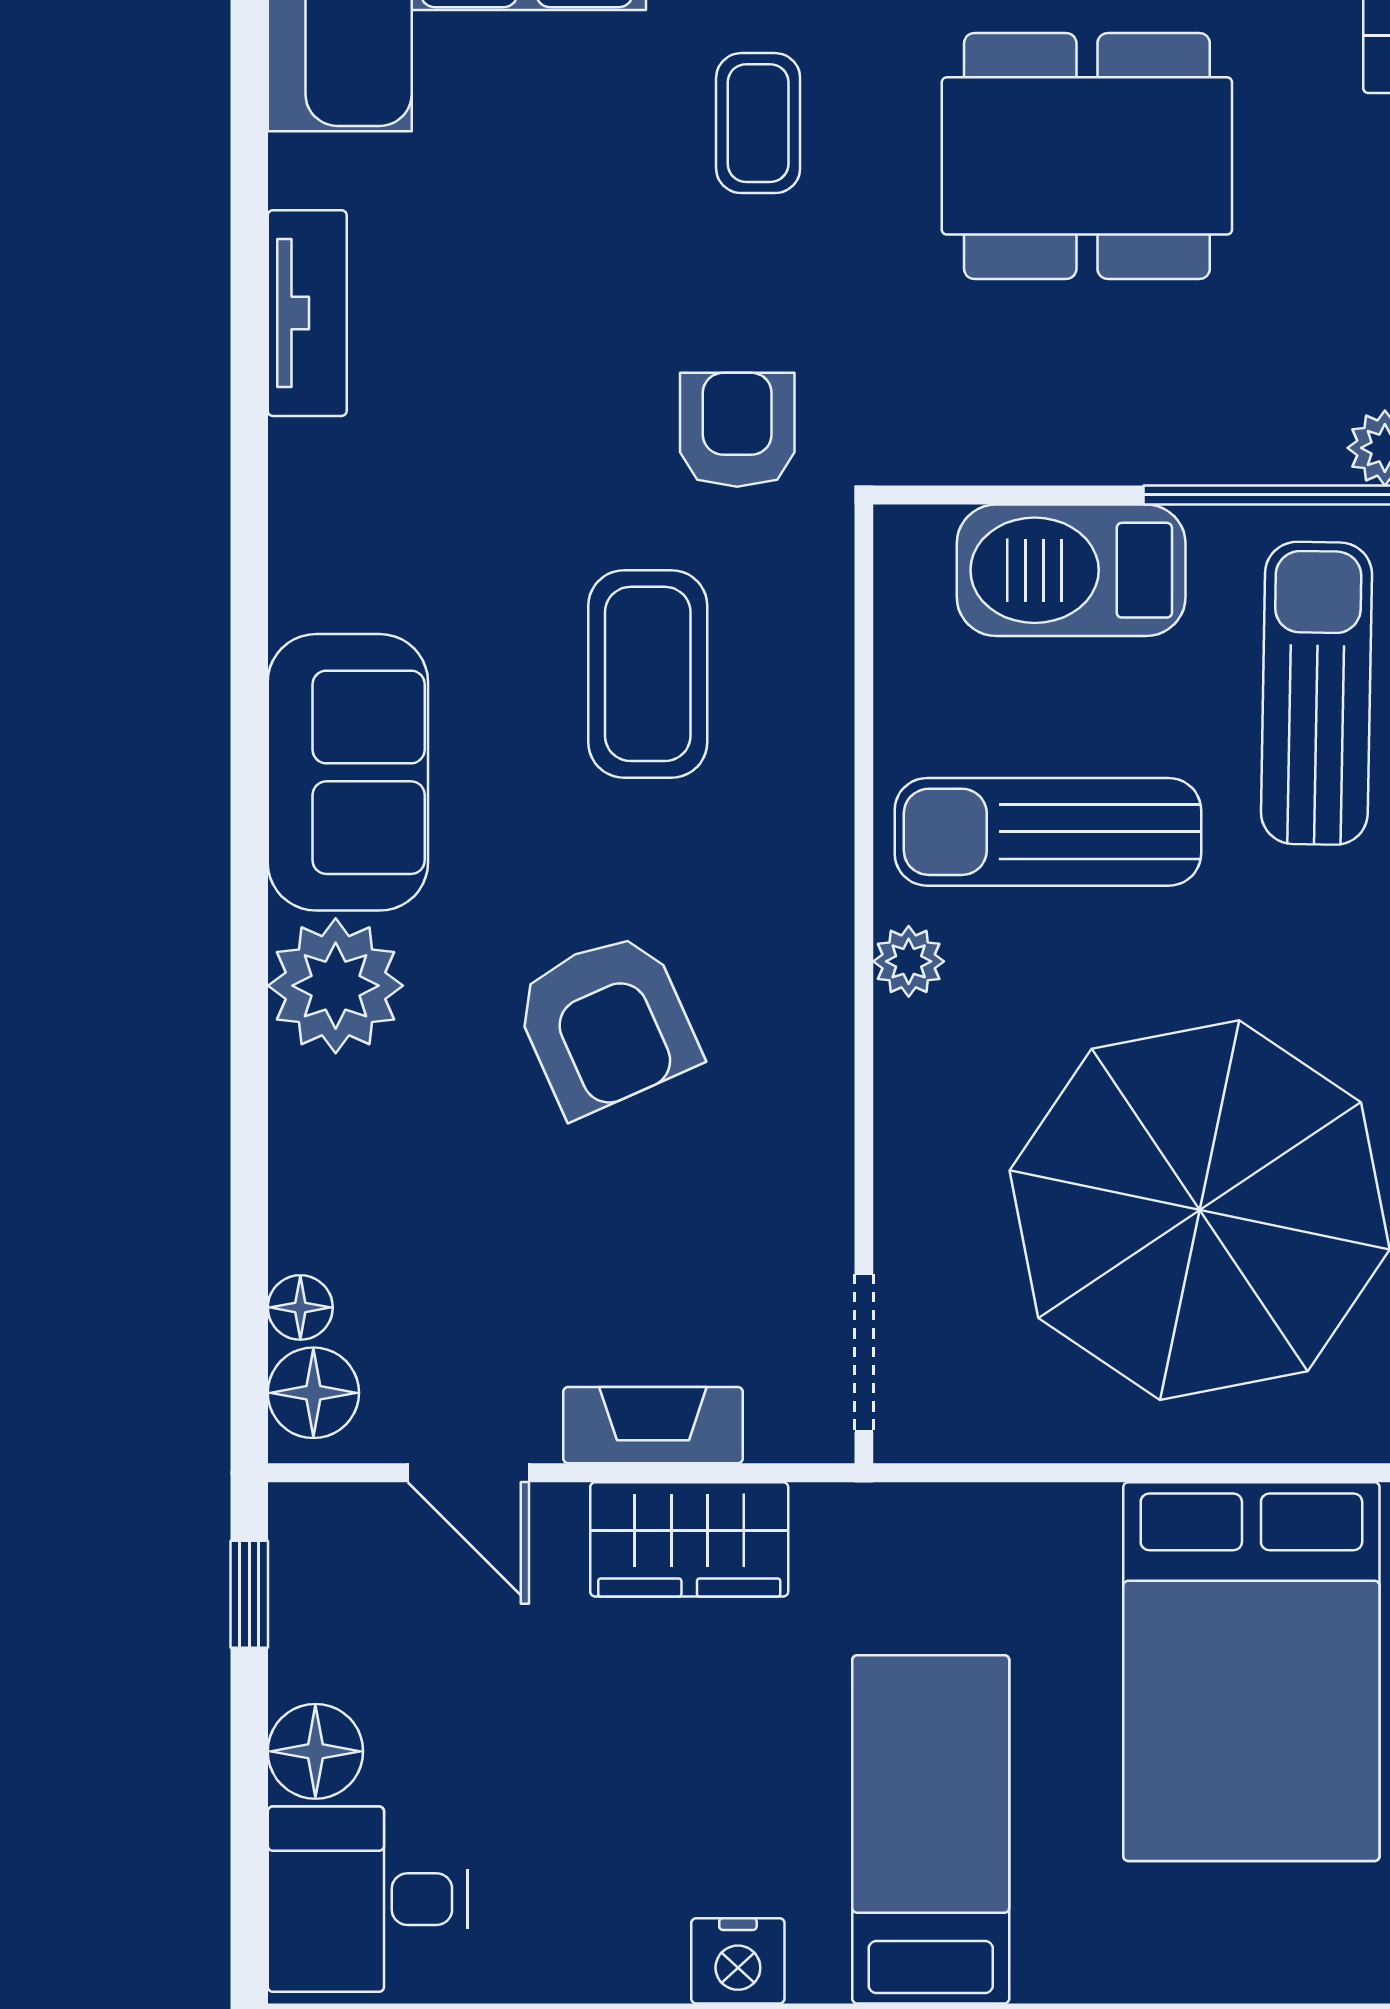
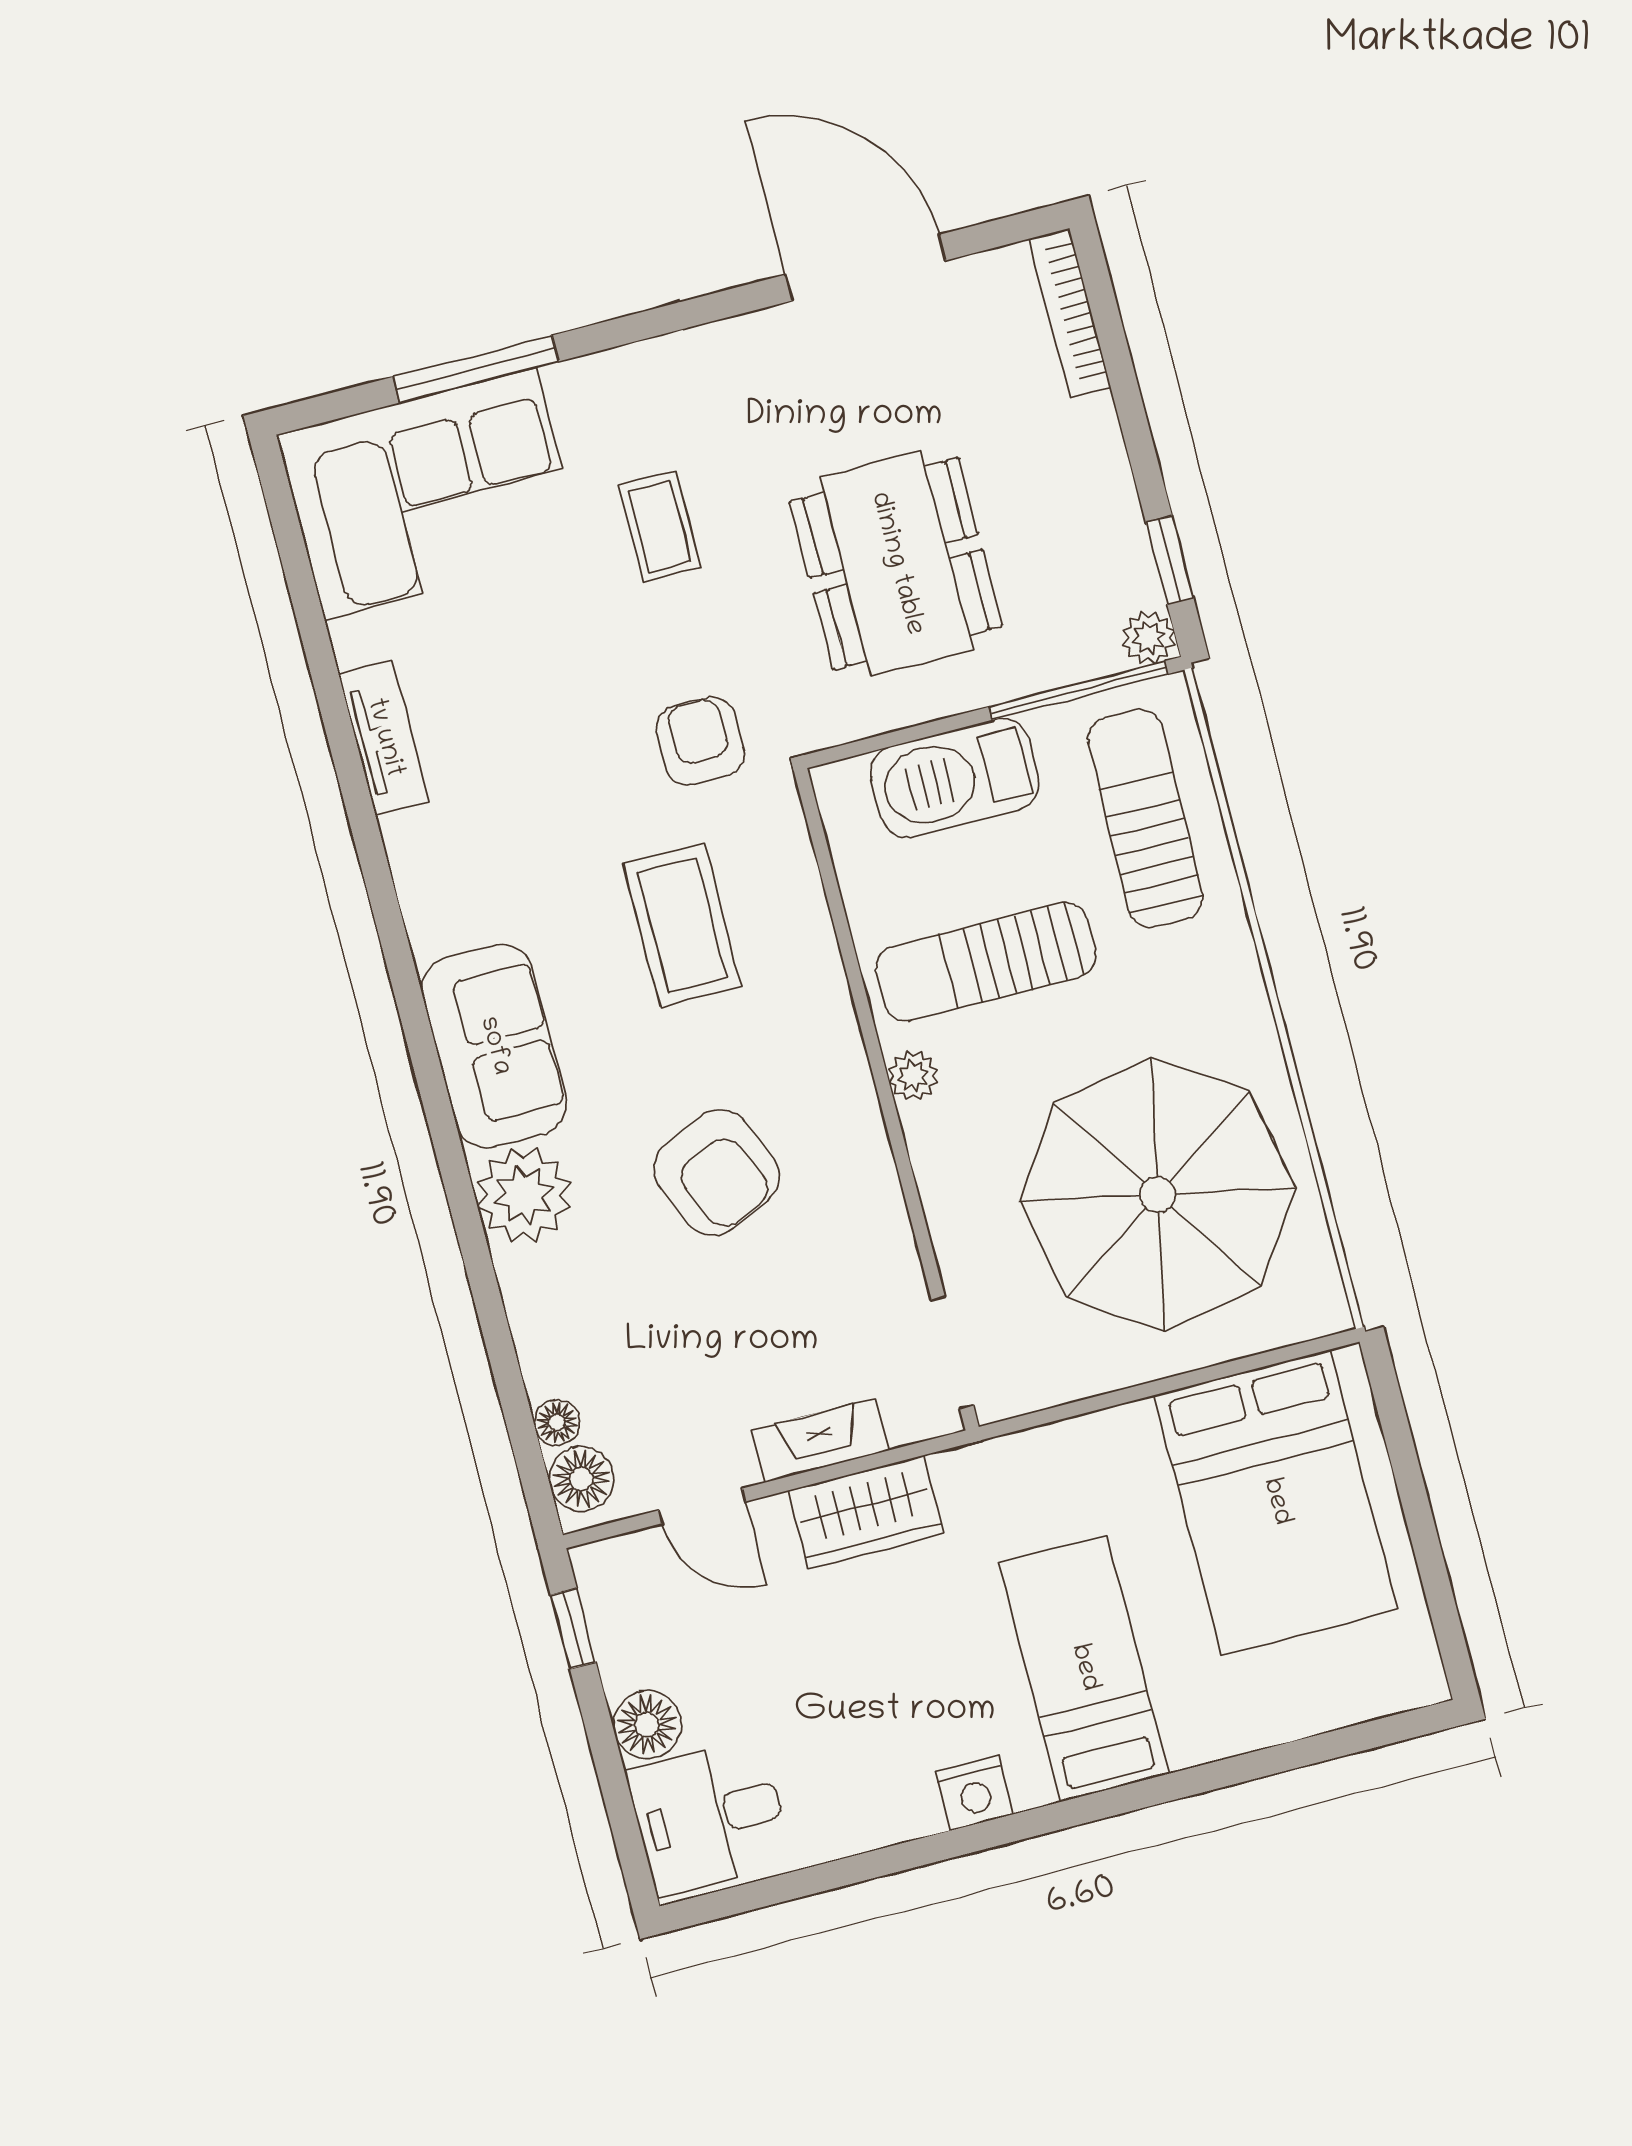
dining table: (1087, 156) -> (896, 564), moved, turned 90

